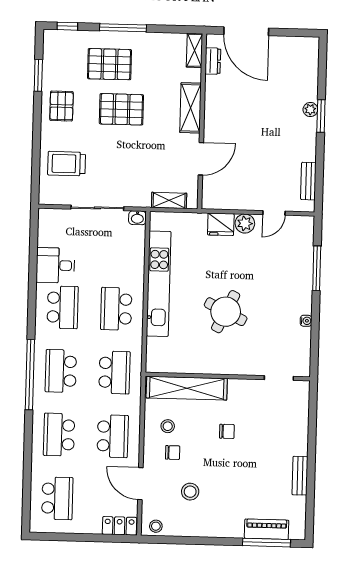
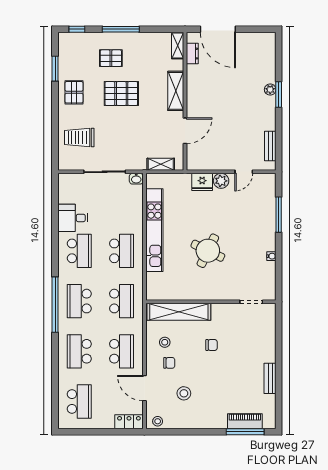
pallet: (109, 64) -> (111, 58), width x0.67, depth x0.71
school desk: (116, 309) -> (122, 251), turned 180

